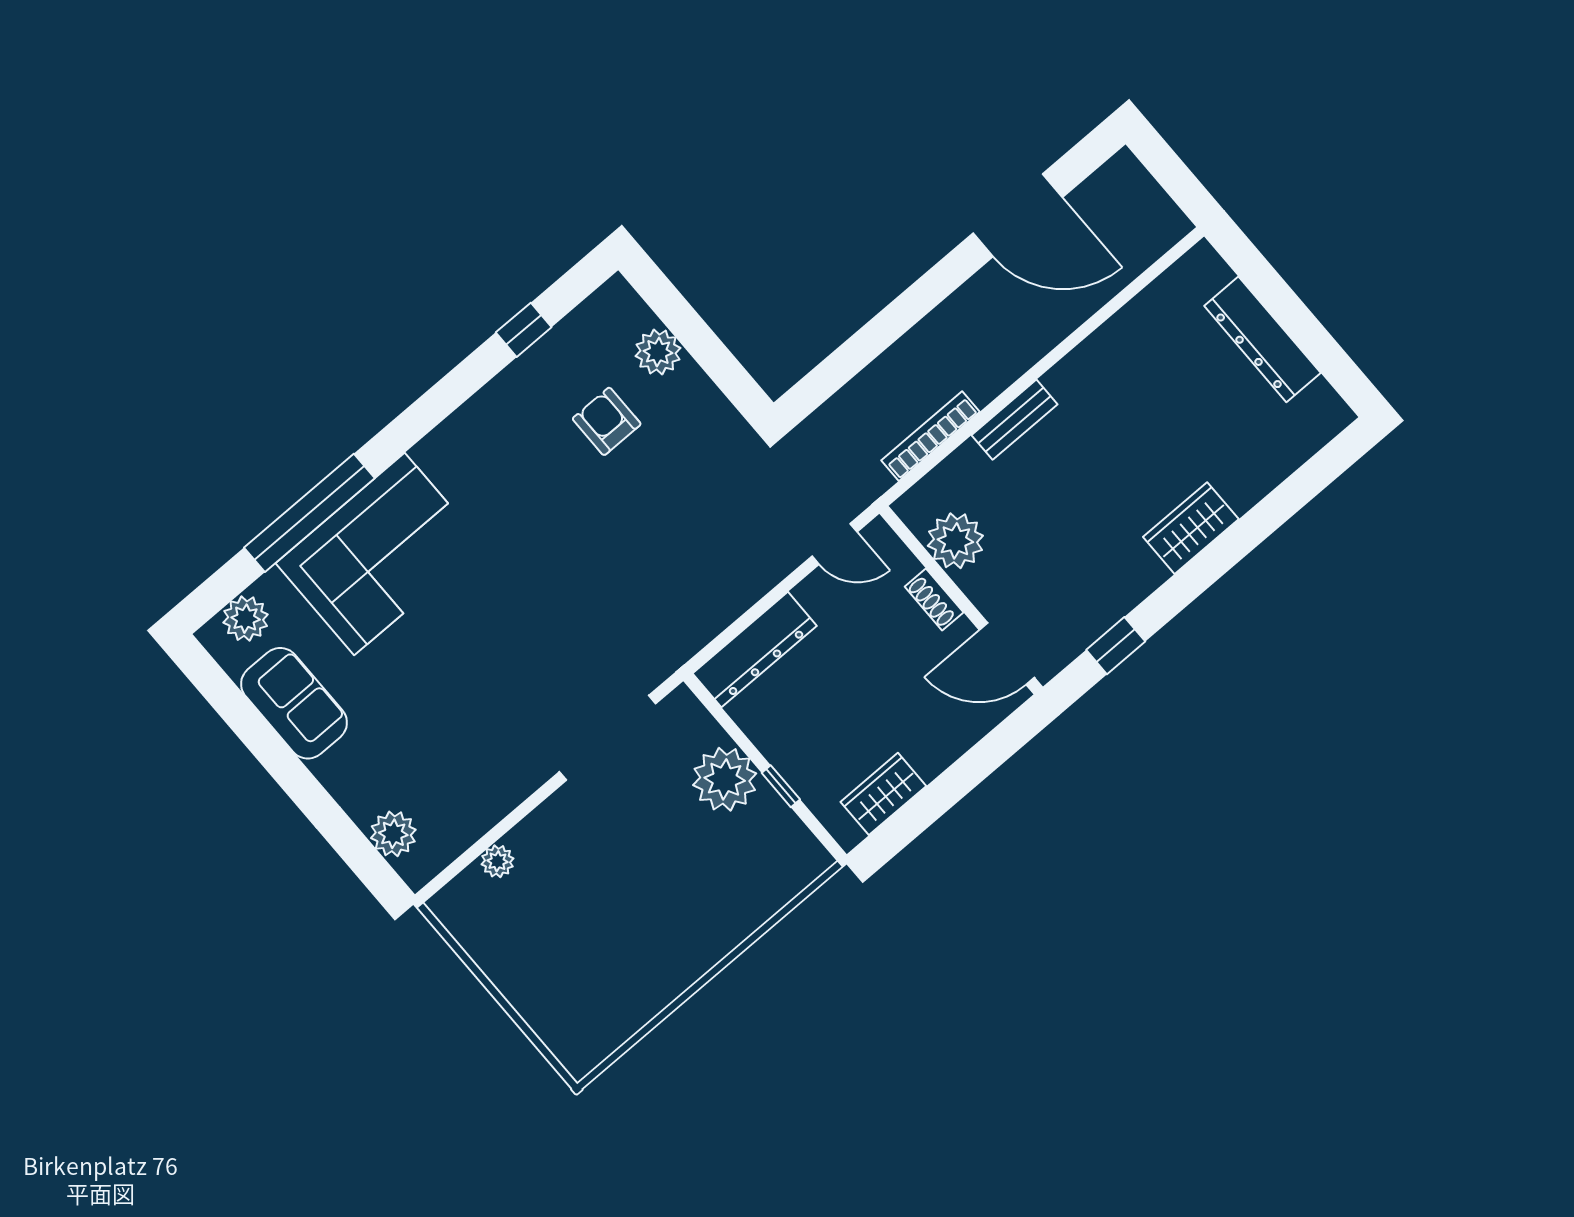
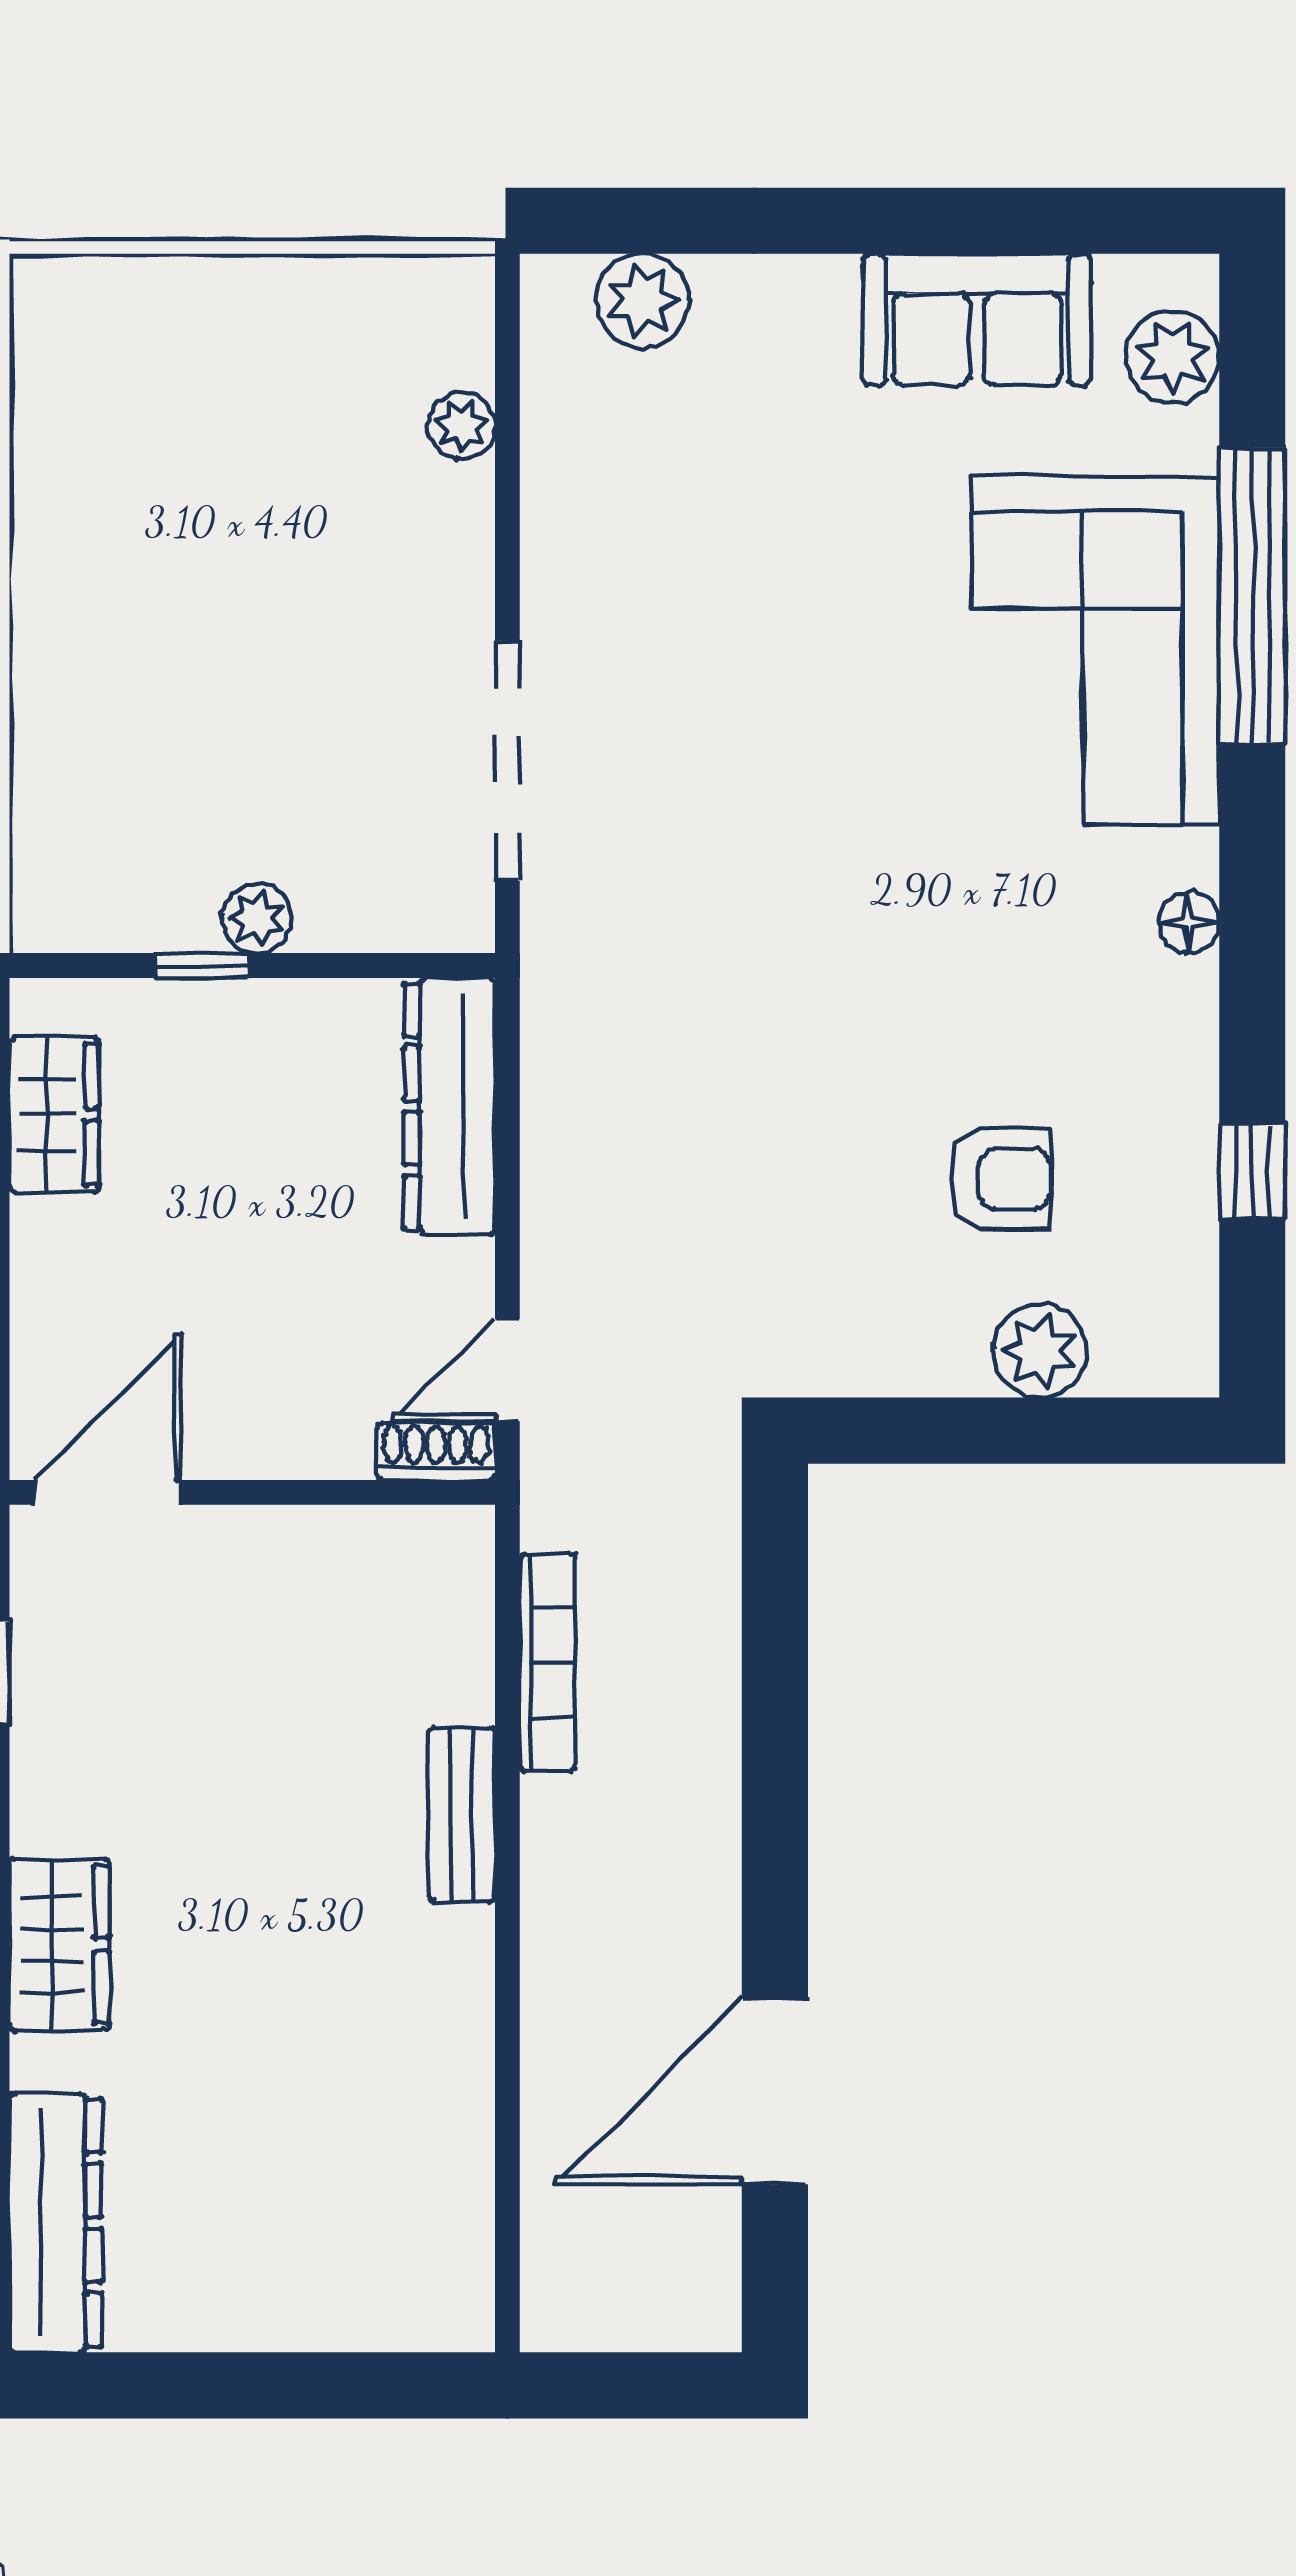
dresser: (1262, 339) -> (56, 2223), moved, turned 90
floor lamp: (451, 433) -> (1189, 922), added
plant: (955, 541) -> (352, 1562), removed
shoe rack: (934, 599) -> (436, 1451), moved
plant: (725, 779) -> (257, 918), width x0.53, depth x0.53

